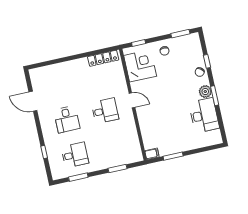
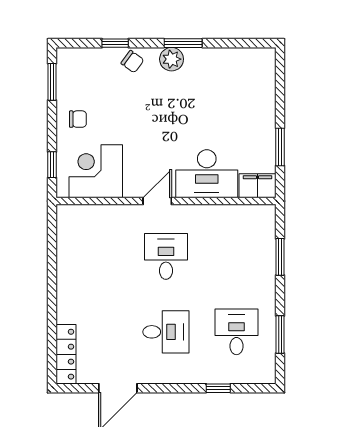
locker: (103, 58) -> (66, 354), moved
desk: (204, 115) -> (207, 174), moved, turned 180
filing cabinet: (152, 154) -> (257, 186), width x2.00

